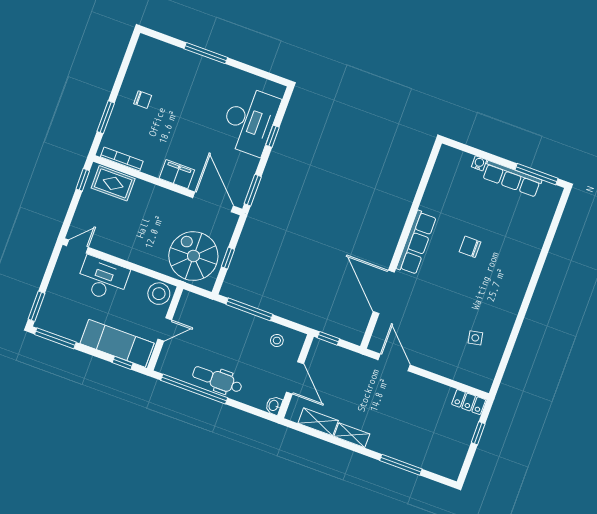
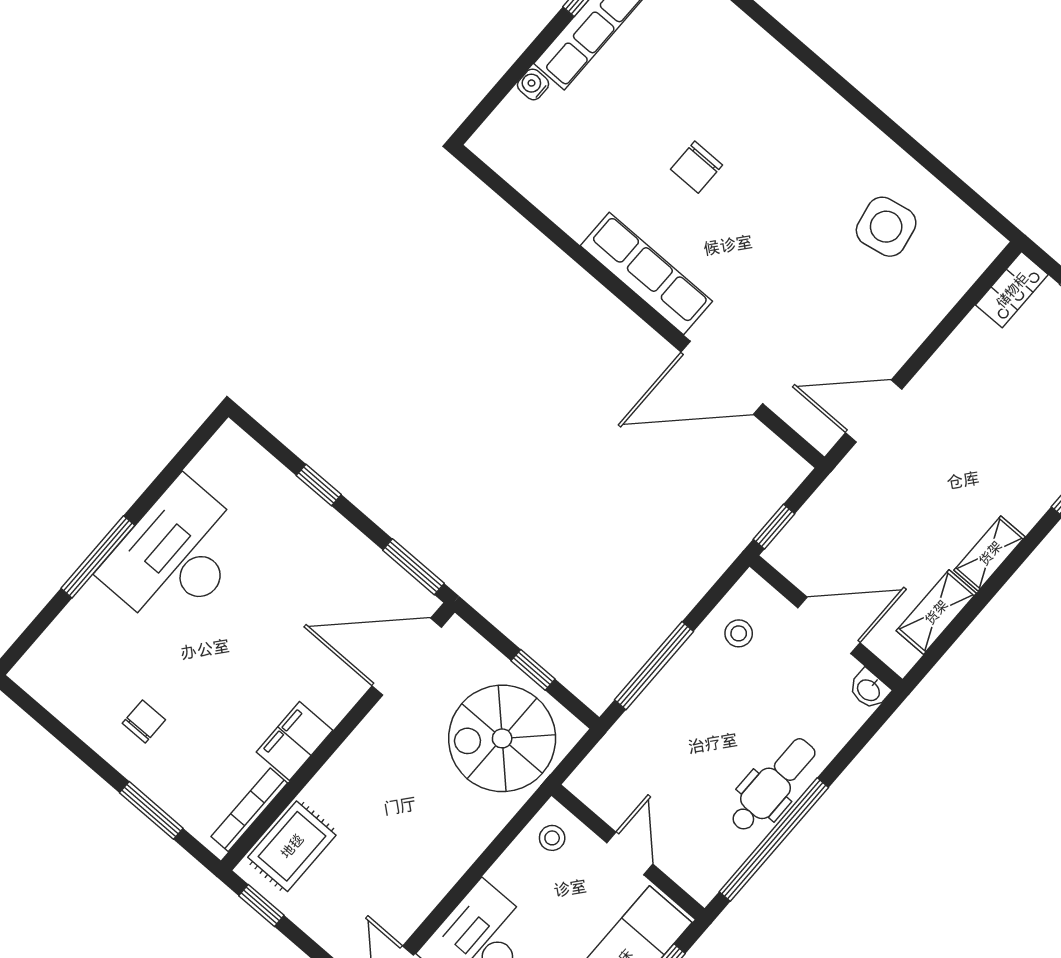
desk: (249, 121) -> (176, 556), moved, turned -90
filing cabinet: (177, 174) -> (295, 741), moved
stool: (159, 294) -> (552, 838), width x0.53, depth x0.53
side table: (475, 338) -> (886, 227), width x1.87, depth x1.87
dental chair: (217, 380) -> (773, 785), turned 180

